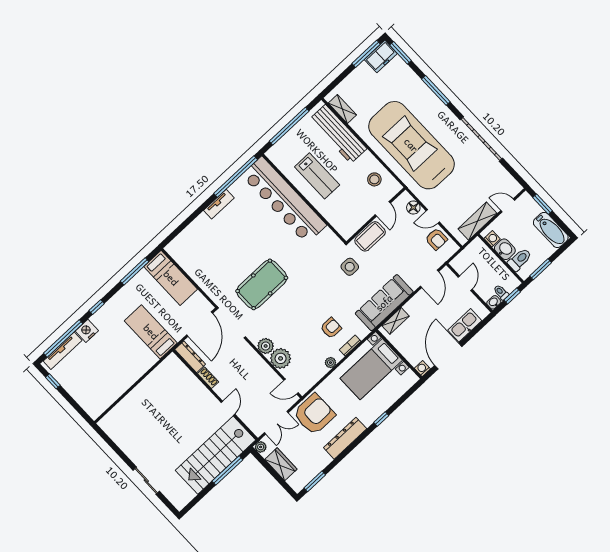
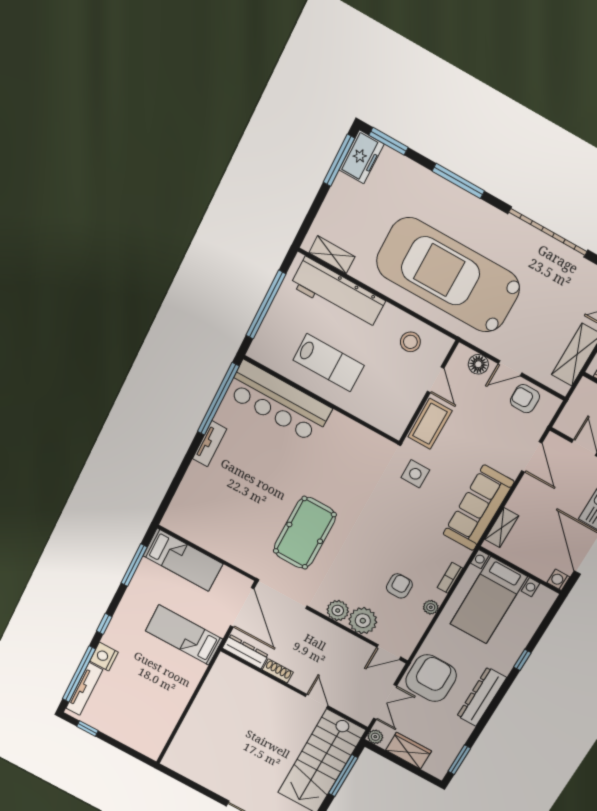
bar counter: (284, 200) -> (279, 402), width x0.73
armchair: (436, 239) -> (525, 399), turned 180
armchair: (331, 328) -> (399, 586), moved

